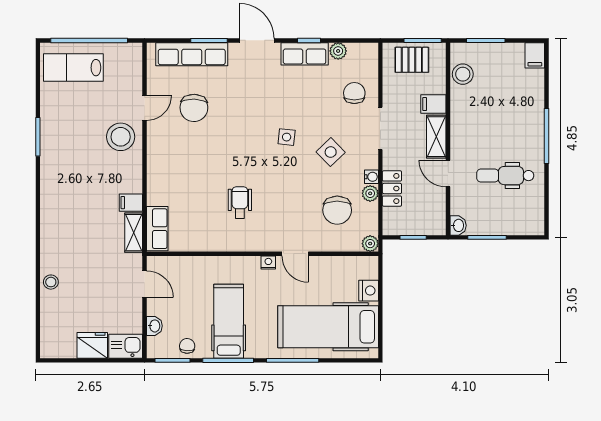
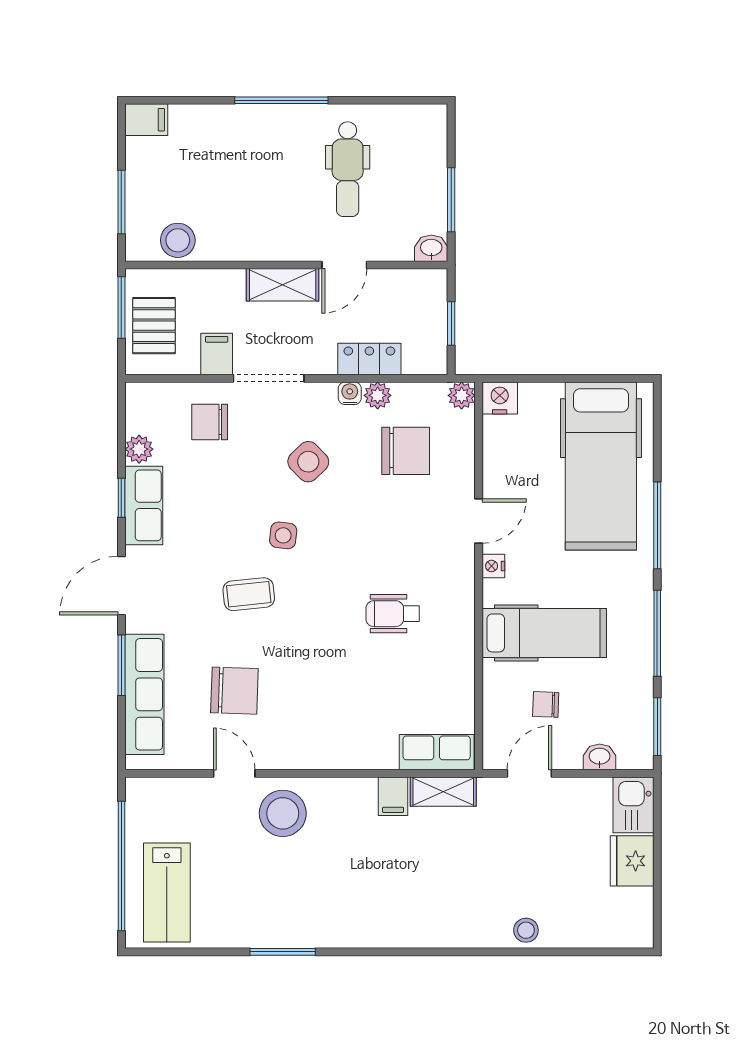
filing cabinet: (433, 104) -> (217, 354), moved, turned 180
coffee table: (252, 116) -> (249, 594), added
nightstand: (369, 291) -> (500, 398), moved
hospital bed: (229, 321) -> (544, 633), moved, turned 180
chair: (187, 346) -> (546, 704), moved

